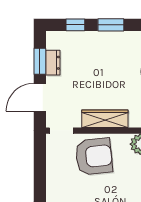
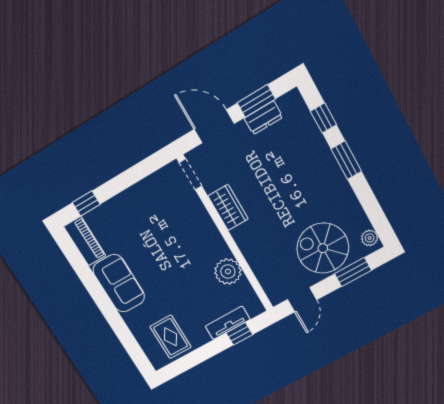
wardrobe: (105, 119) -> (228, 207), width x0.67
armchair: (94, 156) -> (184, 228), removed

